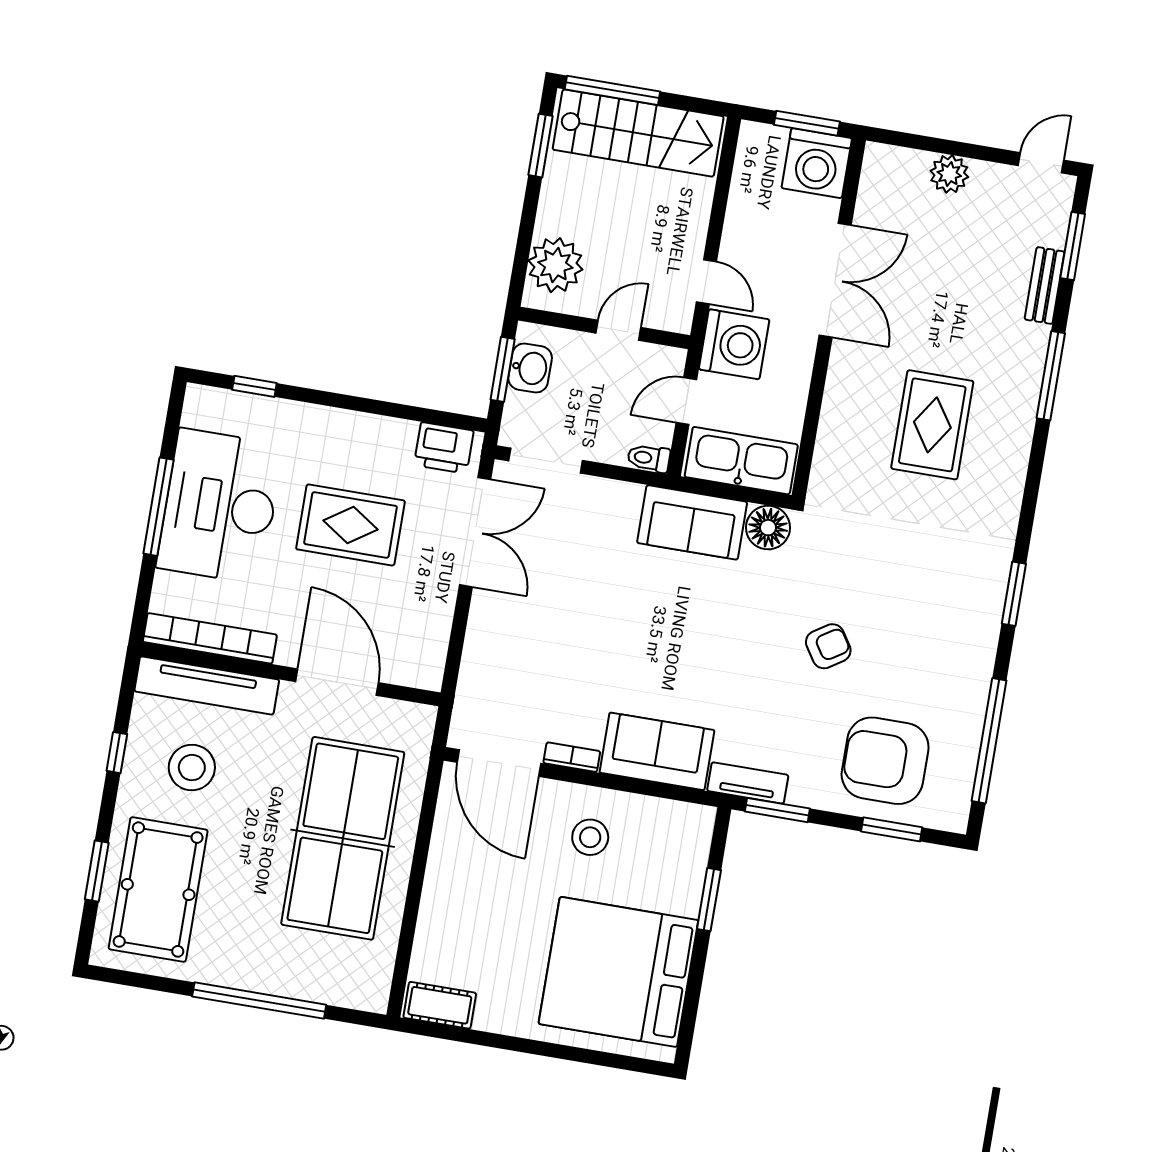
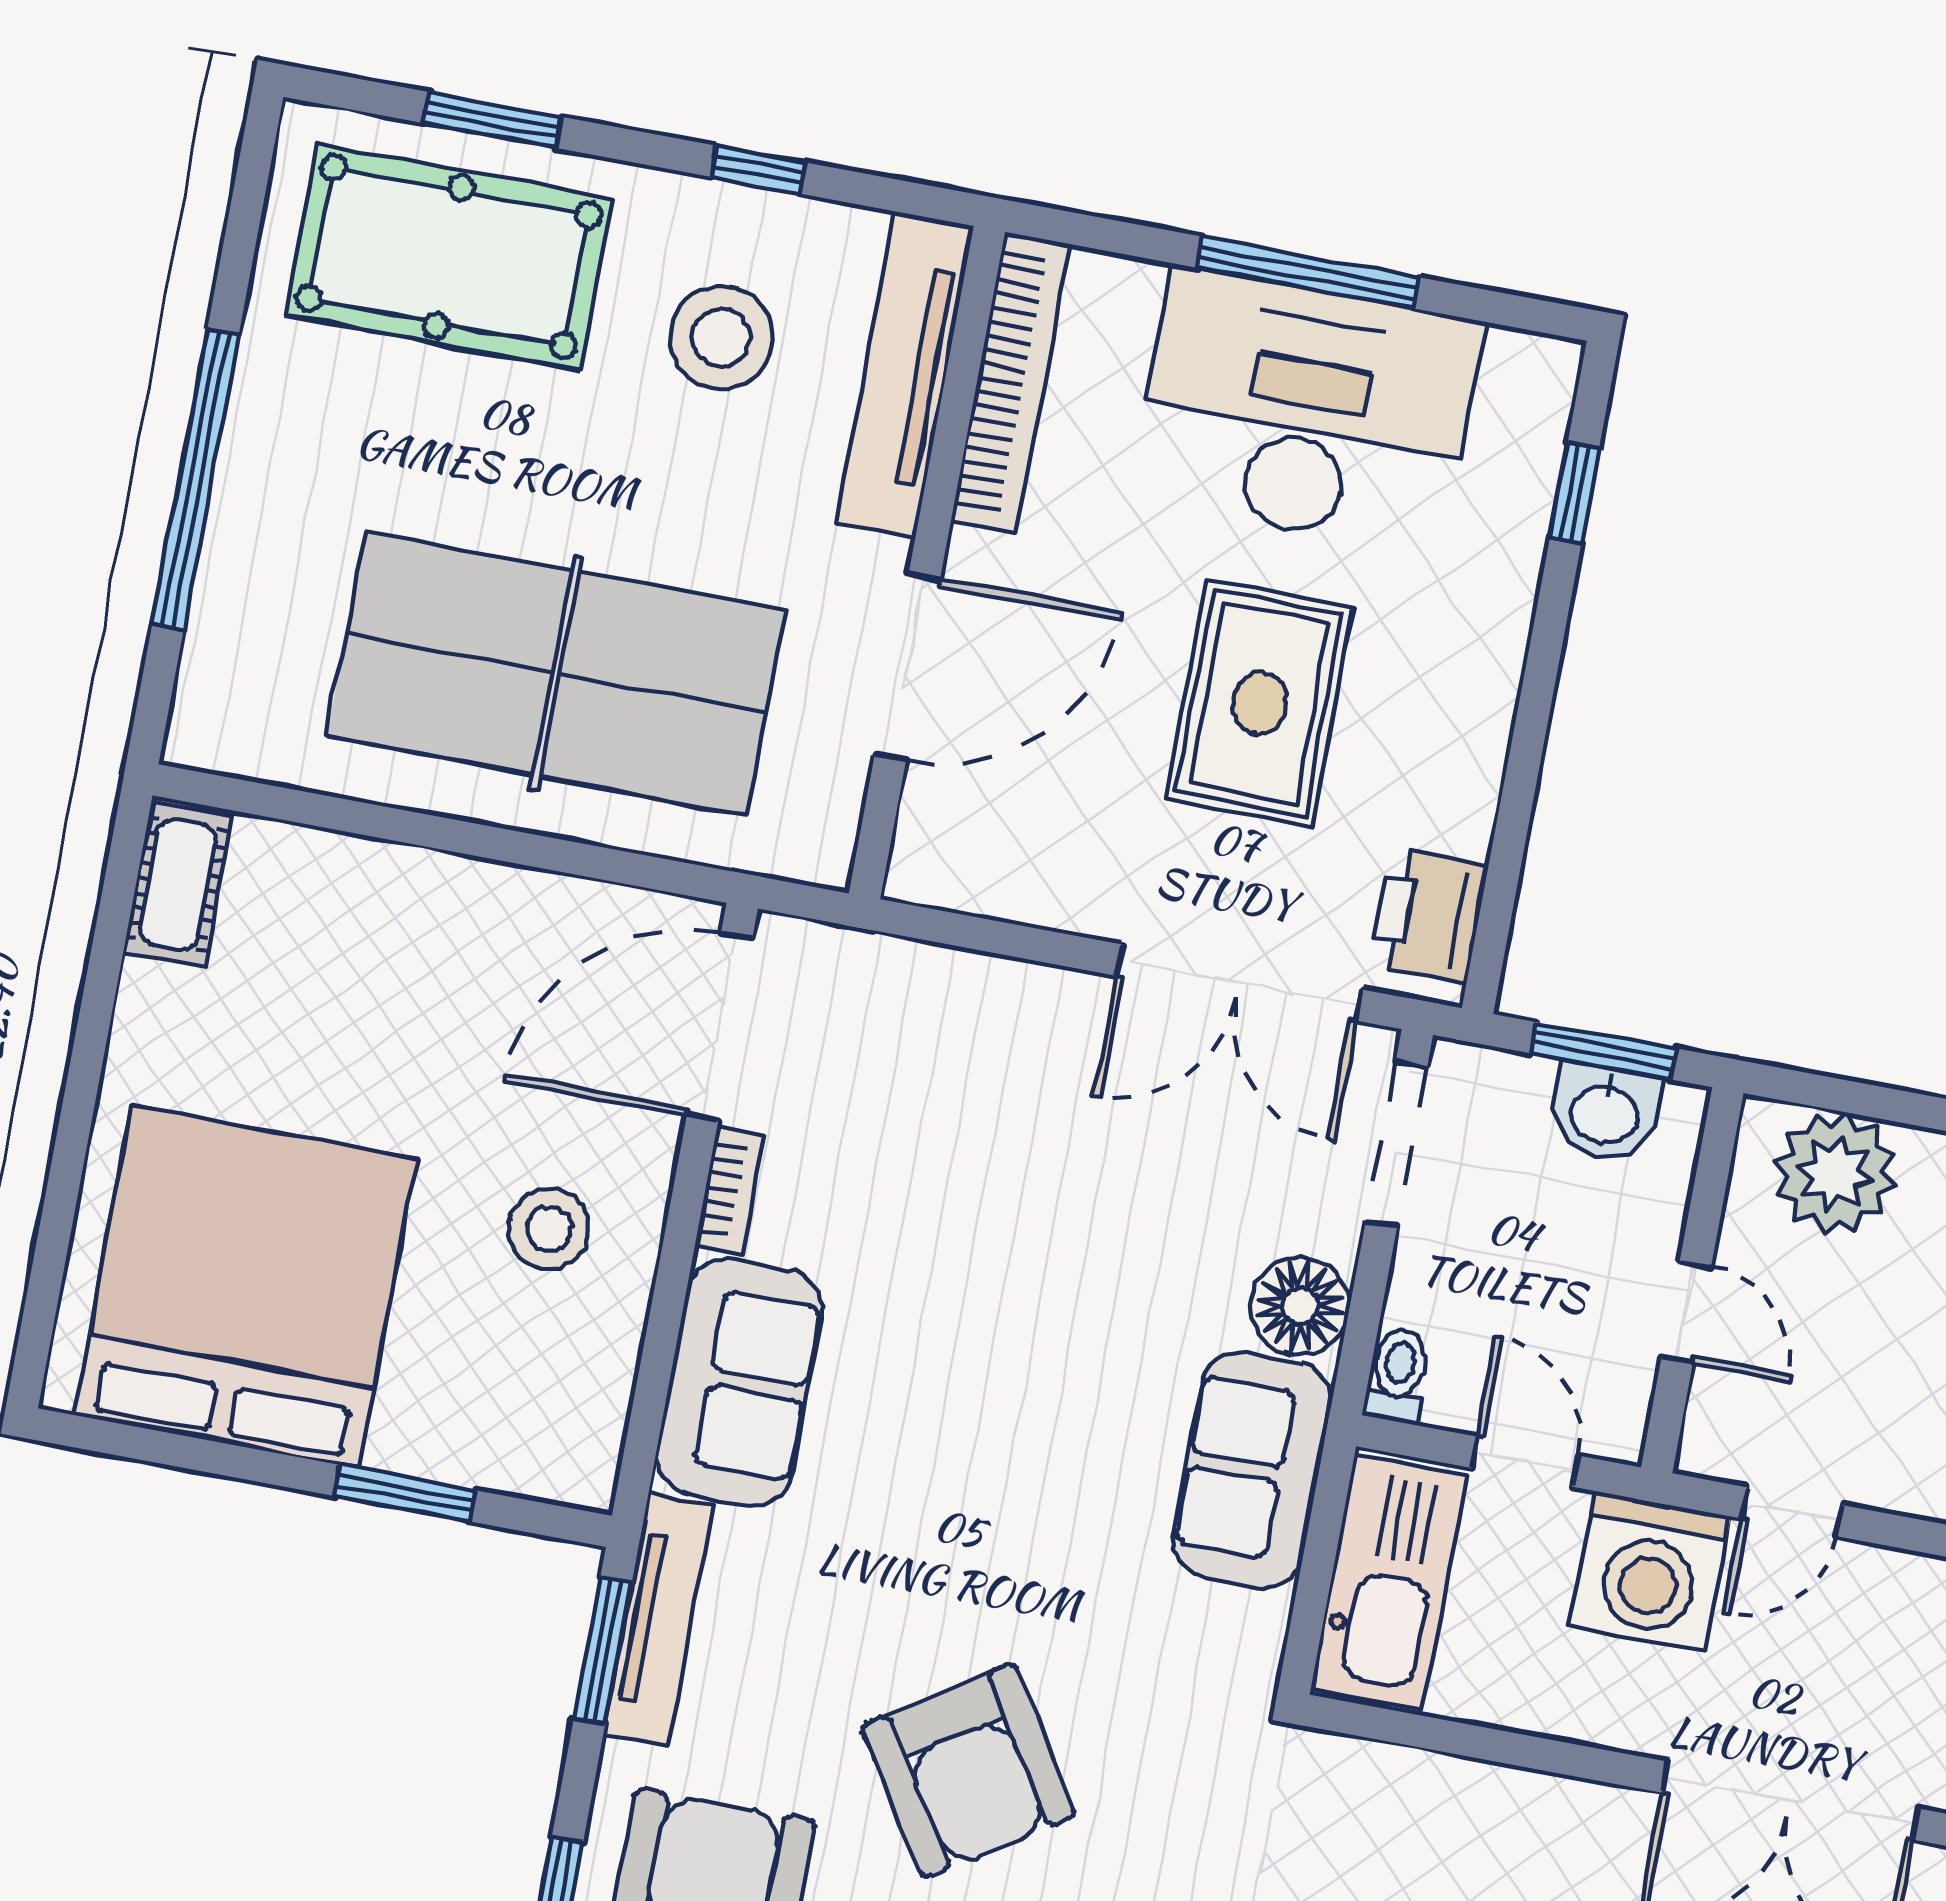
floor lamp: (768, 528) -> (1300, 1306), moved
armchair: (828, 646) -> (969, 1771), width x1.88, depth x1.88
tv unit: (748, 783) -> (658, 1620), width x1.41

